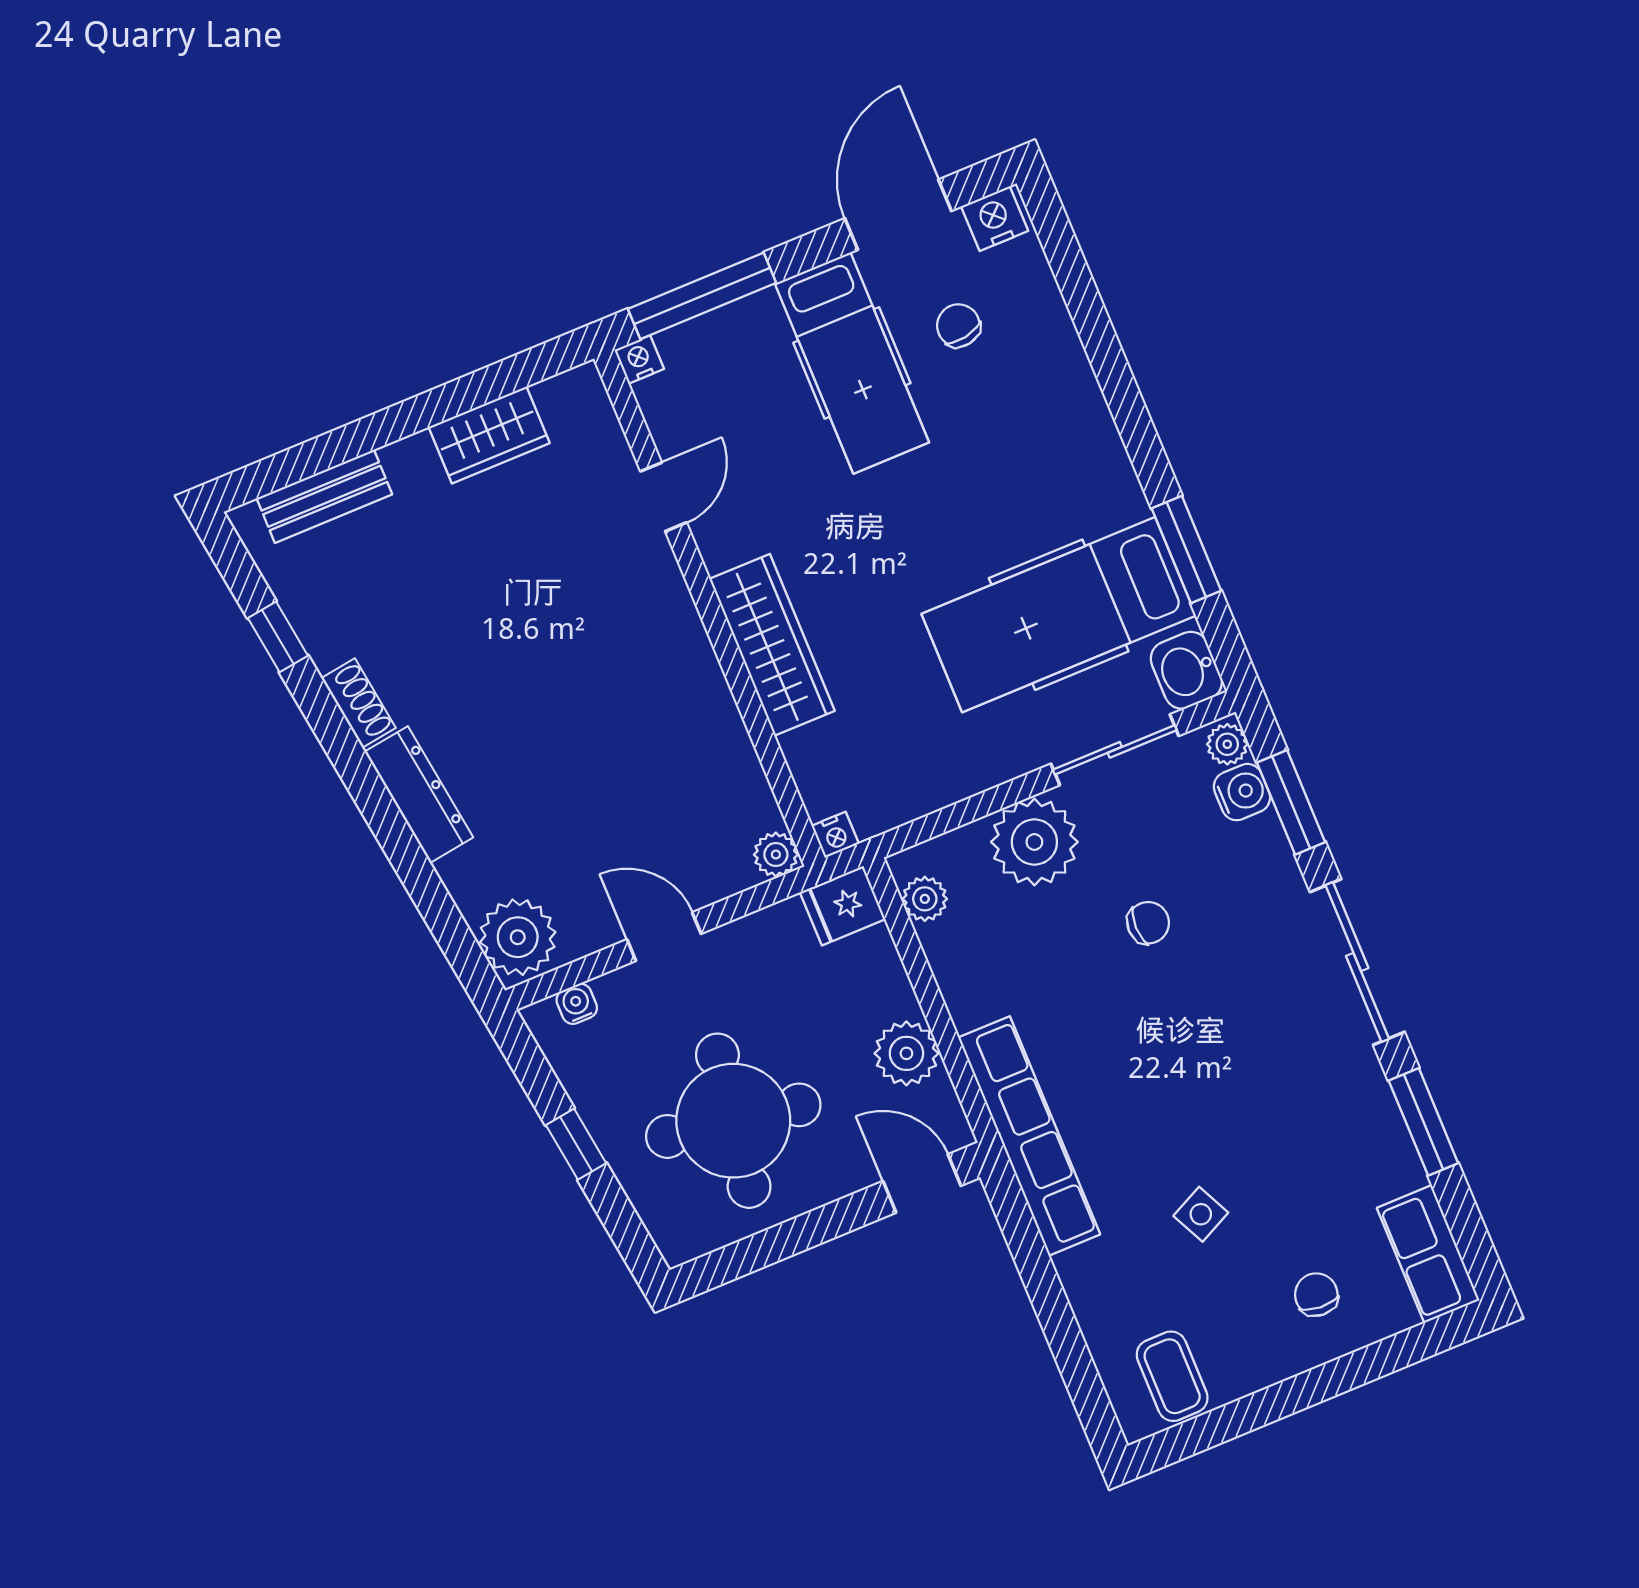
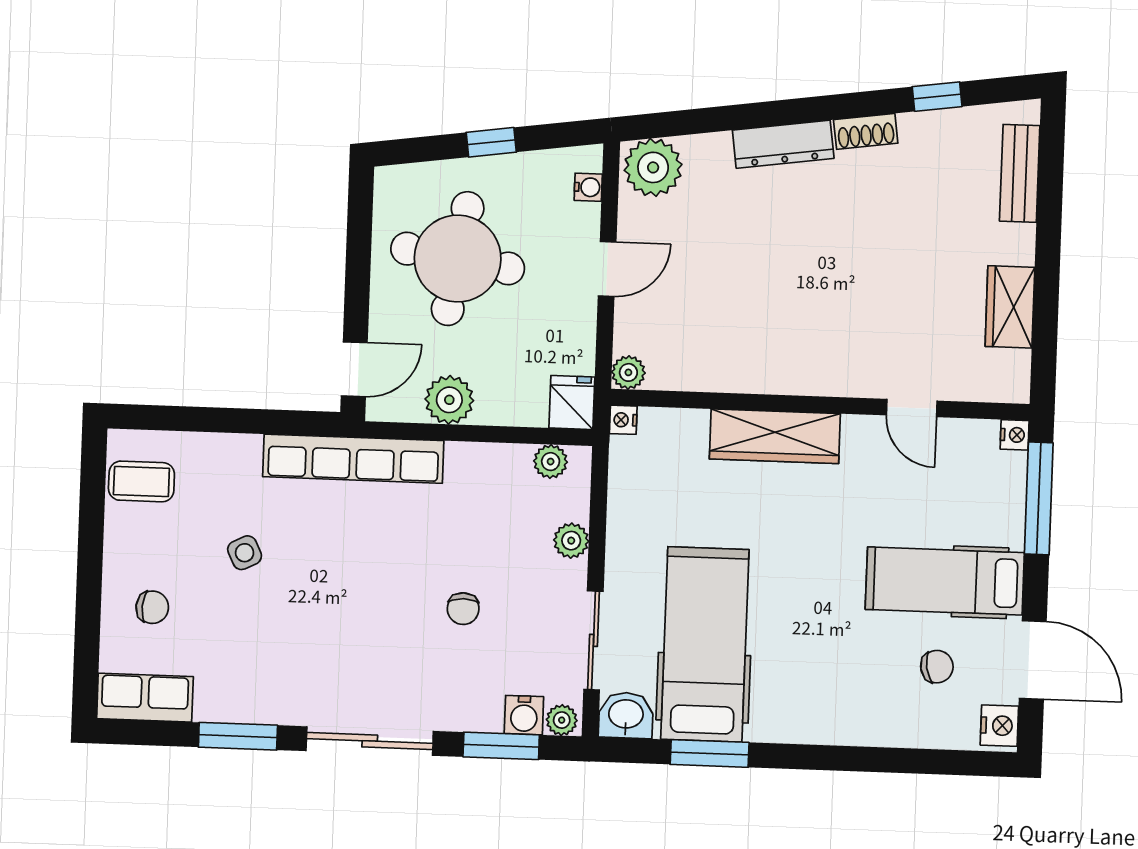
plant: (1034, 842) -> (571, 541), width x0.53, depth x0.53

